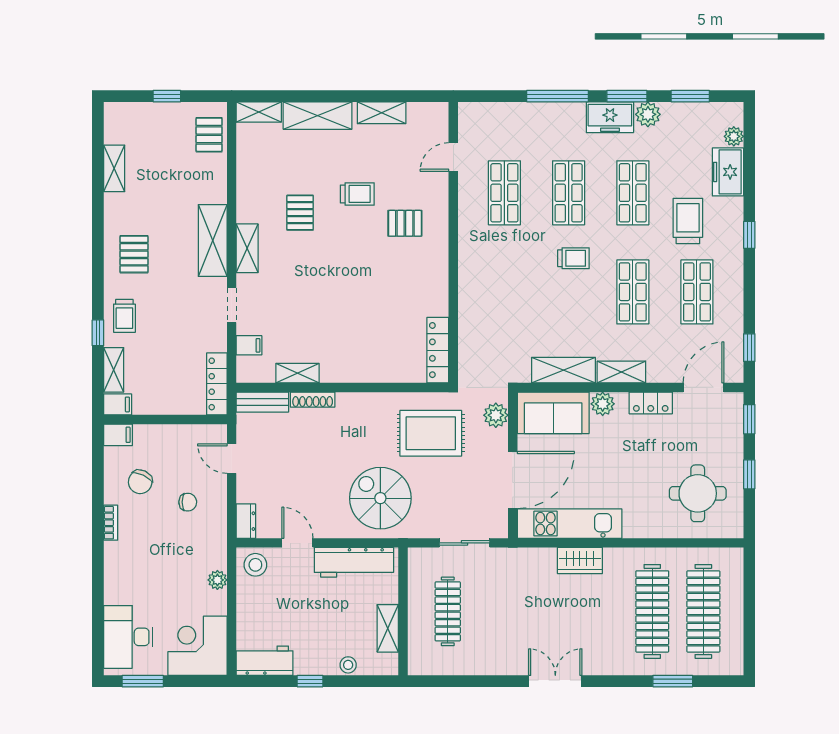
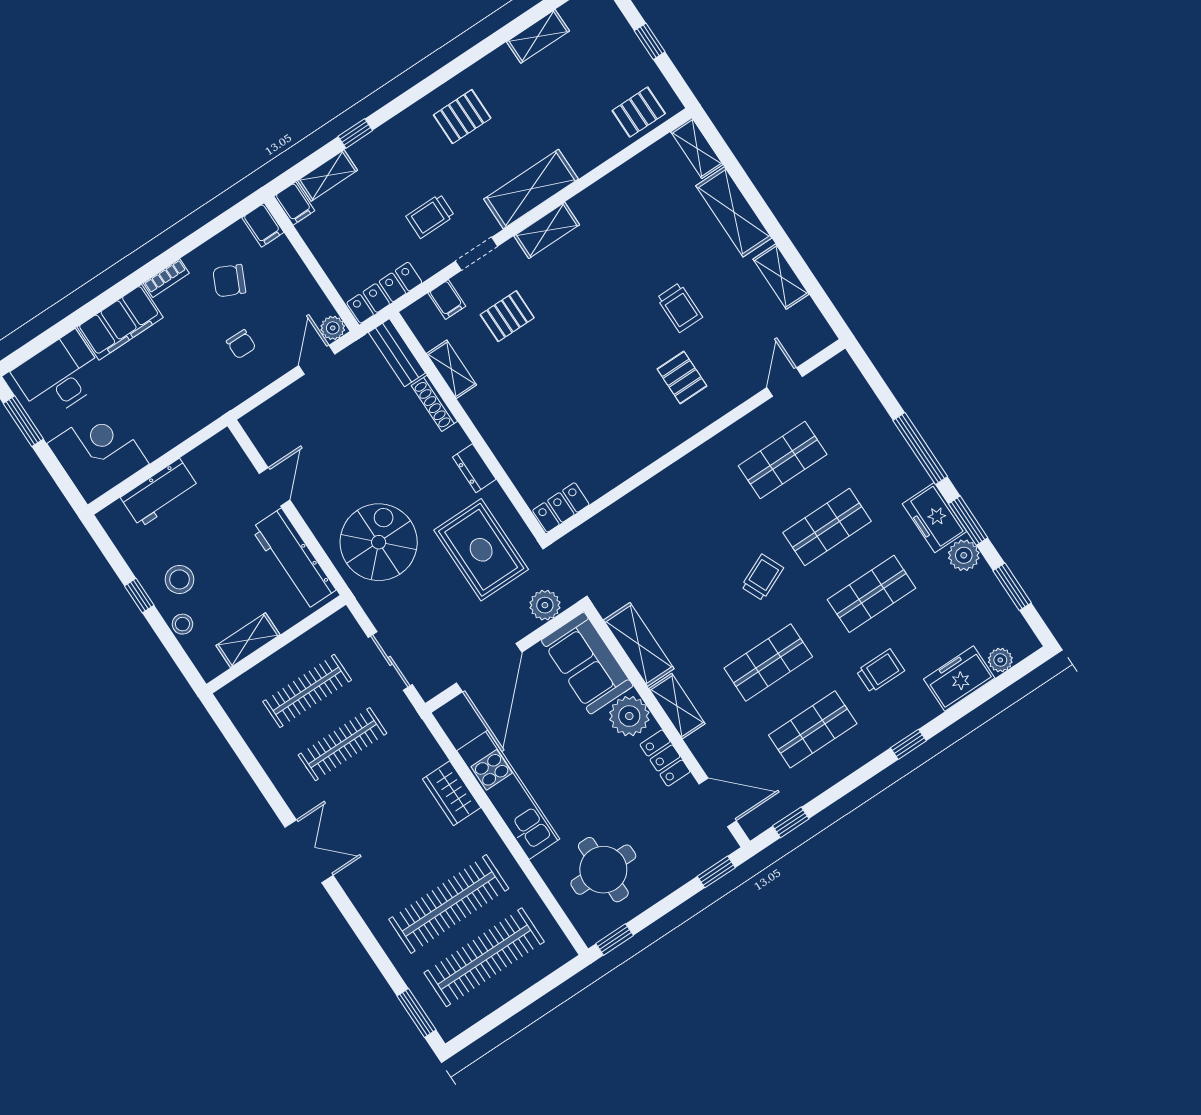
door: (453, 157) -> (785, 382), hinge flipped
pallet: (300, 213) -> (507, 316), moved
trolley: (688, 221) -> (880, 671), width x0.73, depth x0.72
trolley: (573, 258) -> (762, 577), turned -114
trolley: (124, 316) -> (430, 216), moved
locker: (438, 350) -> (561, 507), width x0.66
plant: (603, 404) -> (629, 716), width x1.36, depth x1.36
window: (749, 474) -> (615, 940), moved
door: (513, 480) -> (489, 668), hinge flipped
dresser: (246, 521) -> (474, 468), moved, turned 90
kitchen unit: (570, 524) -> (508, 795), moved
stool: (255, 565) -> (179, 579), moved
filing cabinet: (120, 573) -> (120, 322), added
plant: (217, 580) -> (333, 328), moved
clothes rail: (499, 611) -> (343, 744), added
workbench: (265, 661) -> (160, 493), moved, turned 90
window: (673, 681) -> (416, 1013), moved

